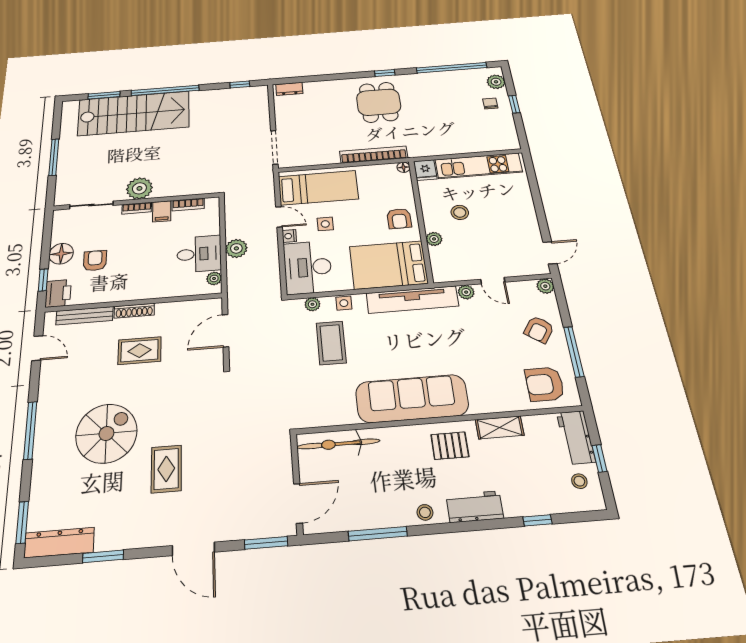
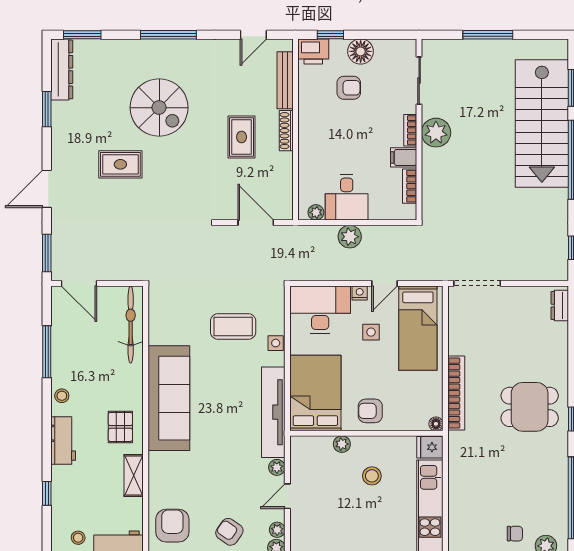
plant: (312, 304) -> (277, 530), moved

